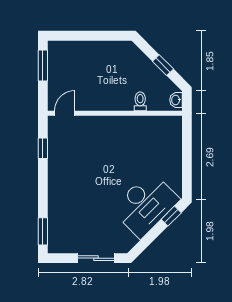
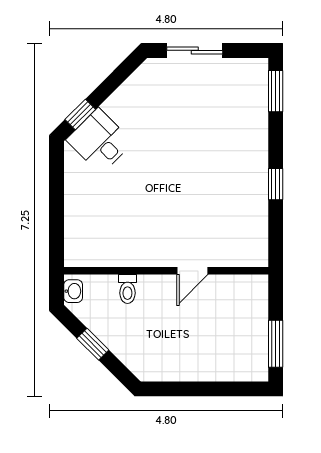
door: (65, 113) -> (192, 271), moved
window: (43, 148) -> (276, 184), moved
desk: (146, 205) -> (100, 141), width x0.53, depth x0.77

